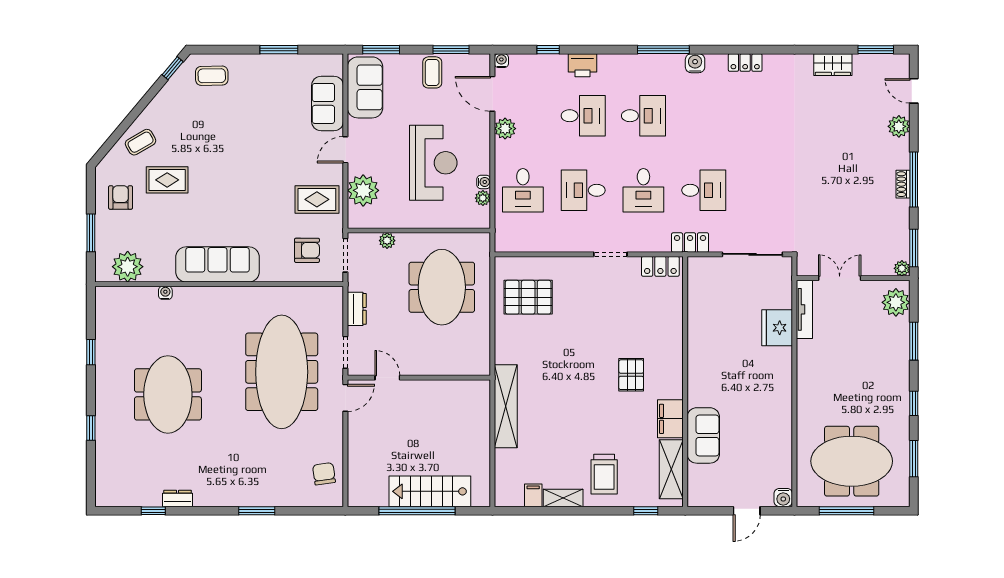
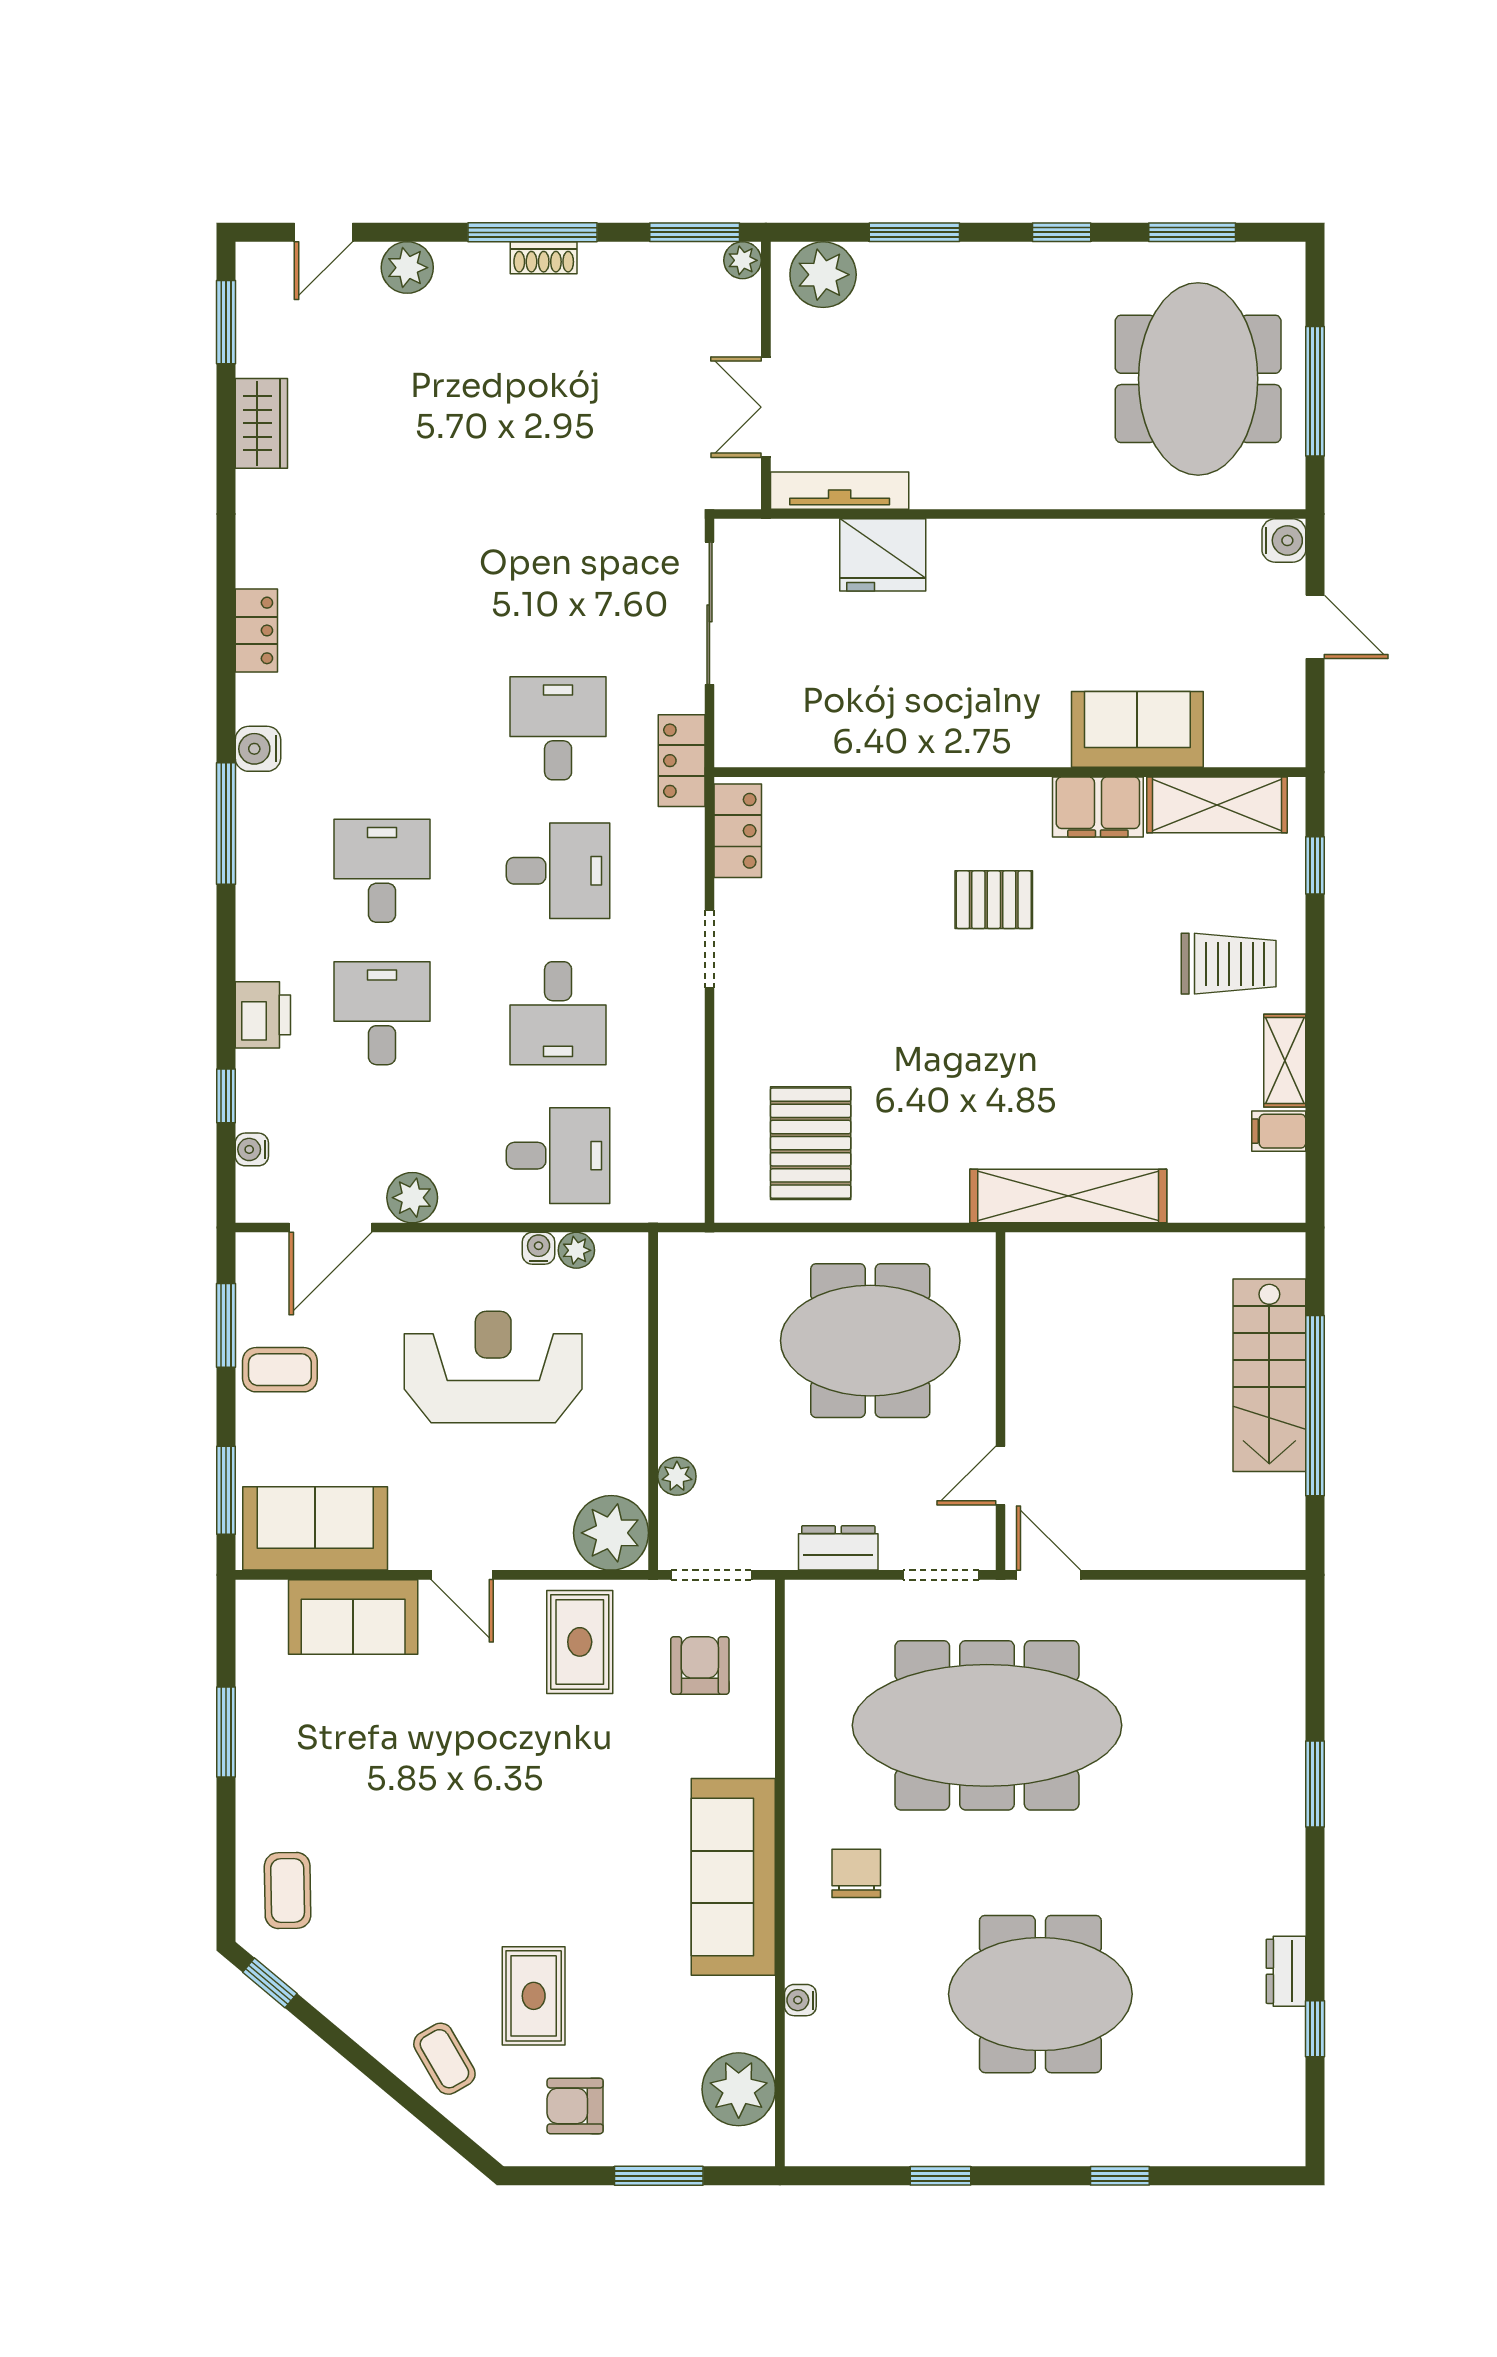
water cooler: (501, 61) -> (252, 1149), moved
plant: (363, 190) -> (611, 1533), moved
meeting table: (442, 287) -> (870, 1341), moved
chair: (324, 474) -> (856, 1873), moved, turned 98

